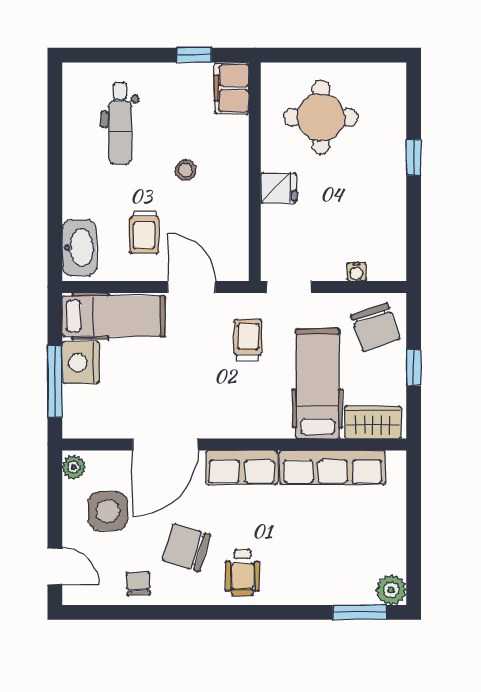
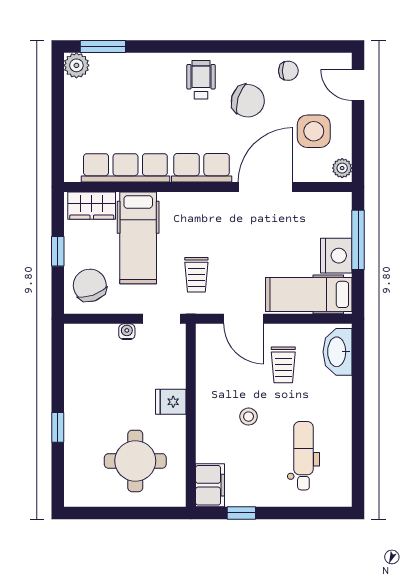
trolley: (144, 232) -> (283, 365), turned 180
water cooler: (356, 272) -> (127, 332), moved
chair: (138, 583) -> (288, 71), turned -87

